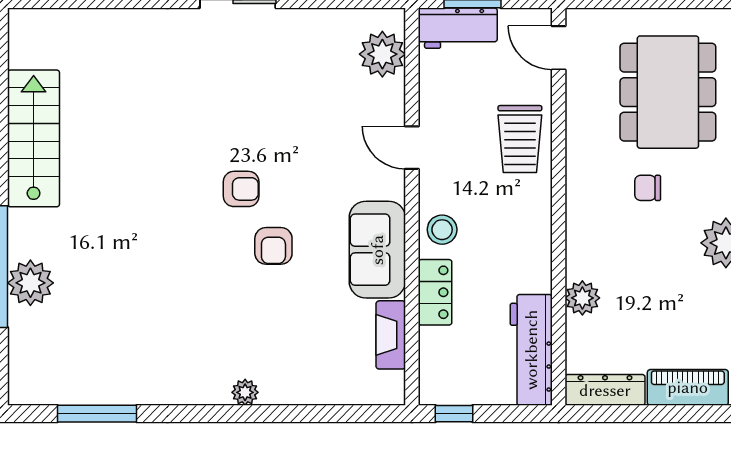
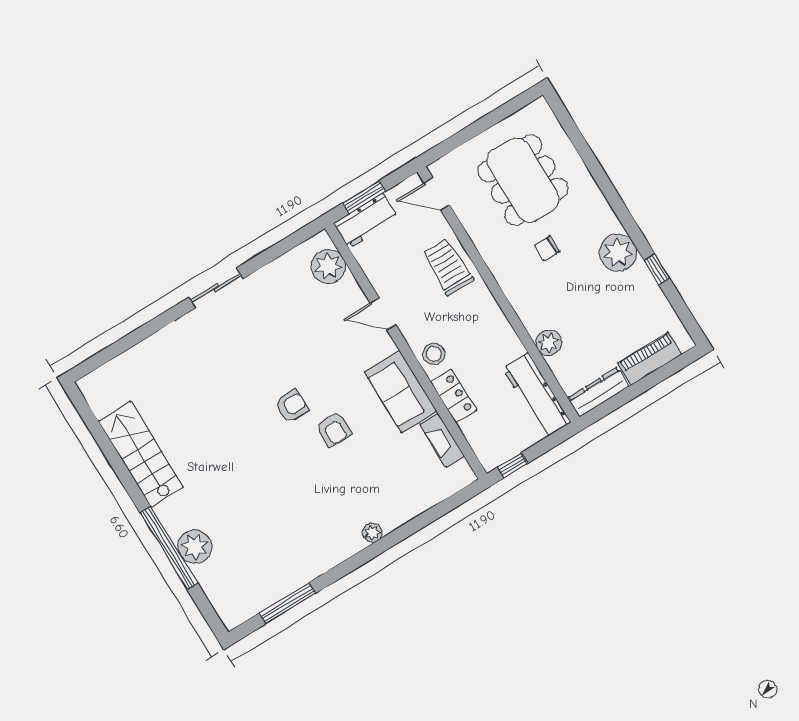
trolley: (520, 139) -> (448, 267), turned 180

